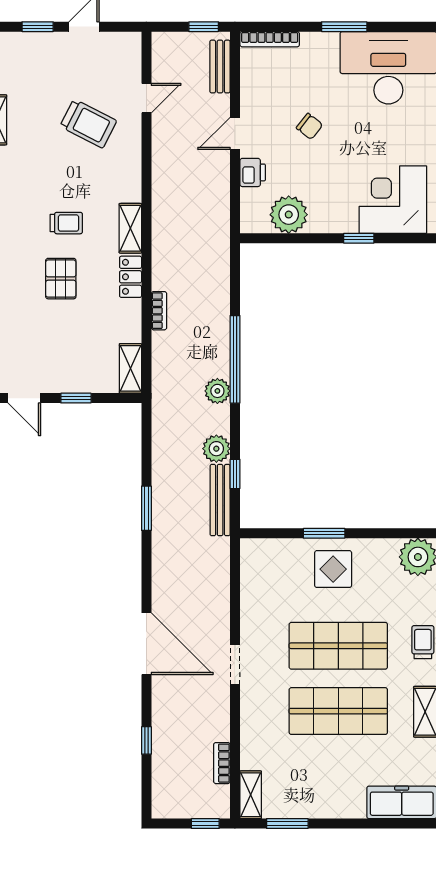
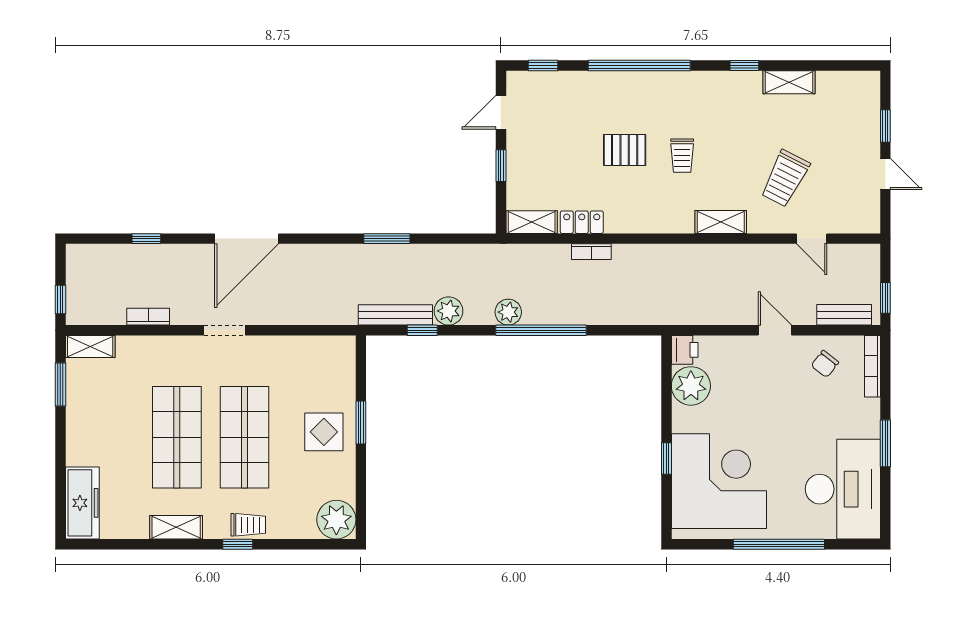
chair: (310, 126) -> (825, 364), moved
printer: (253, 172) -> (685, 350), moved, turned -90
corner desk: (393, 200) -> (719, 481), width x1.36, depth x1.36
shelving: (130, 228) -> (721, 222), moved
locker: (131, 277) -> (582, 222), moved
bookcase: (222, 763) -> (148, 317), moved

